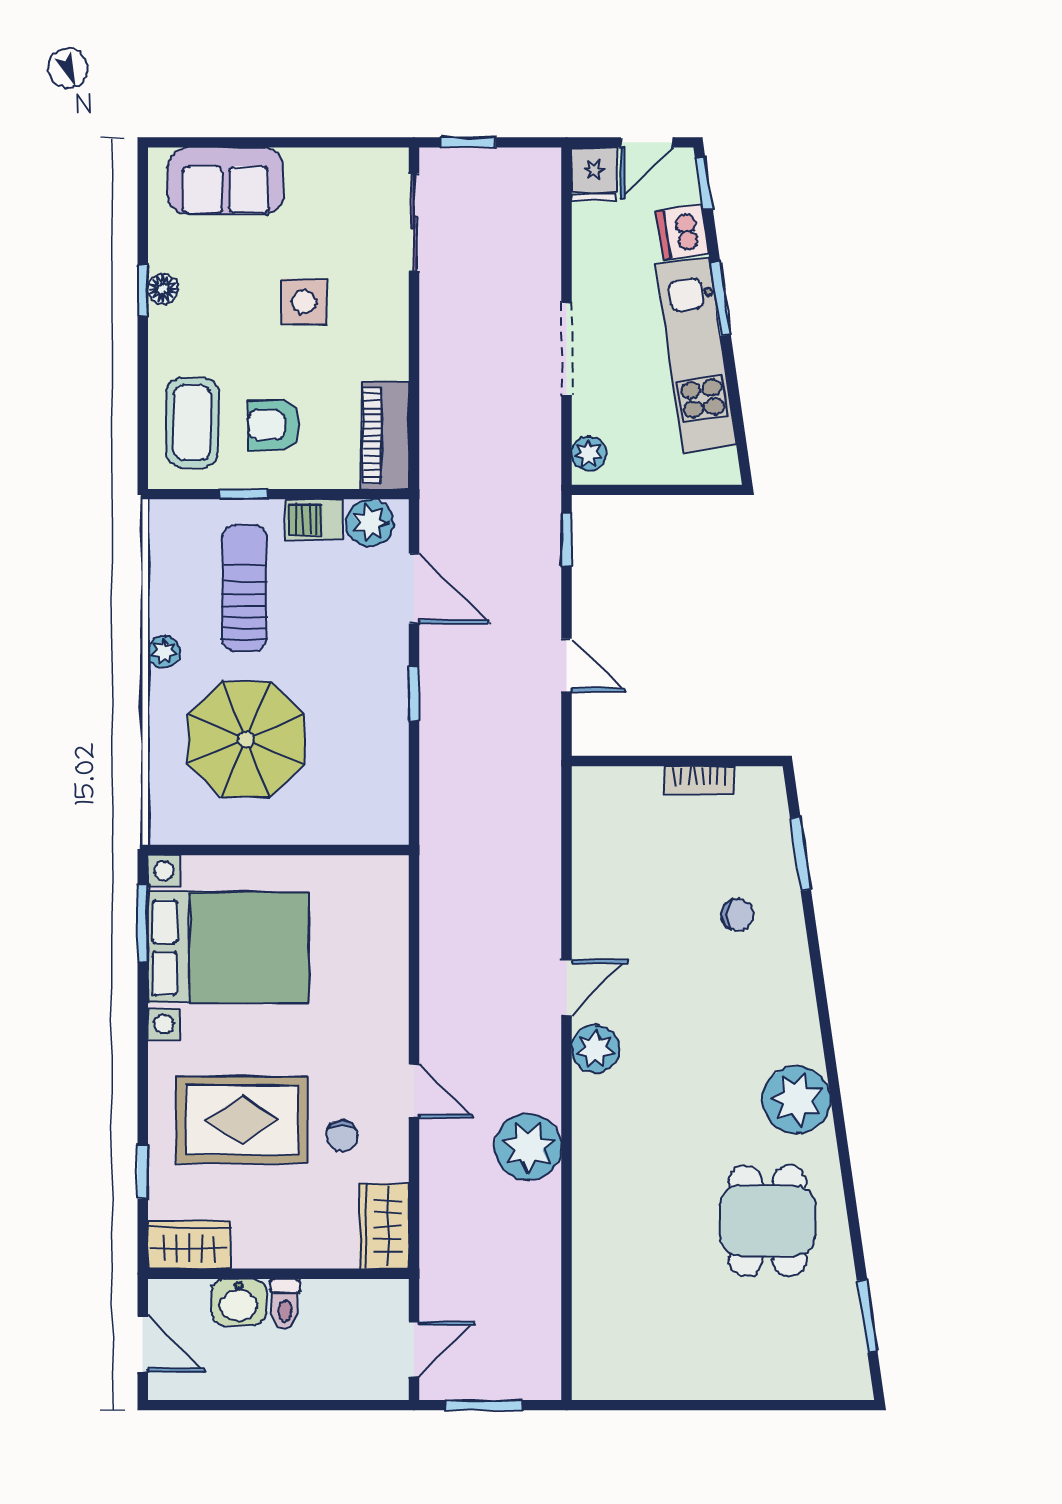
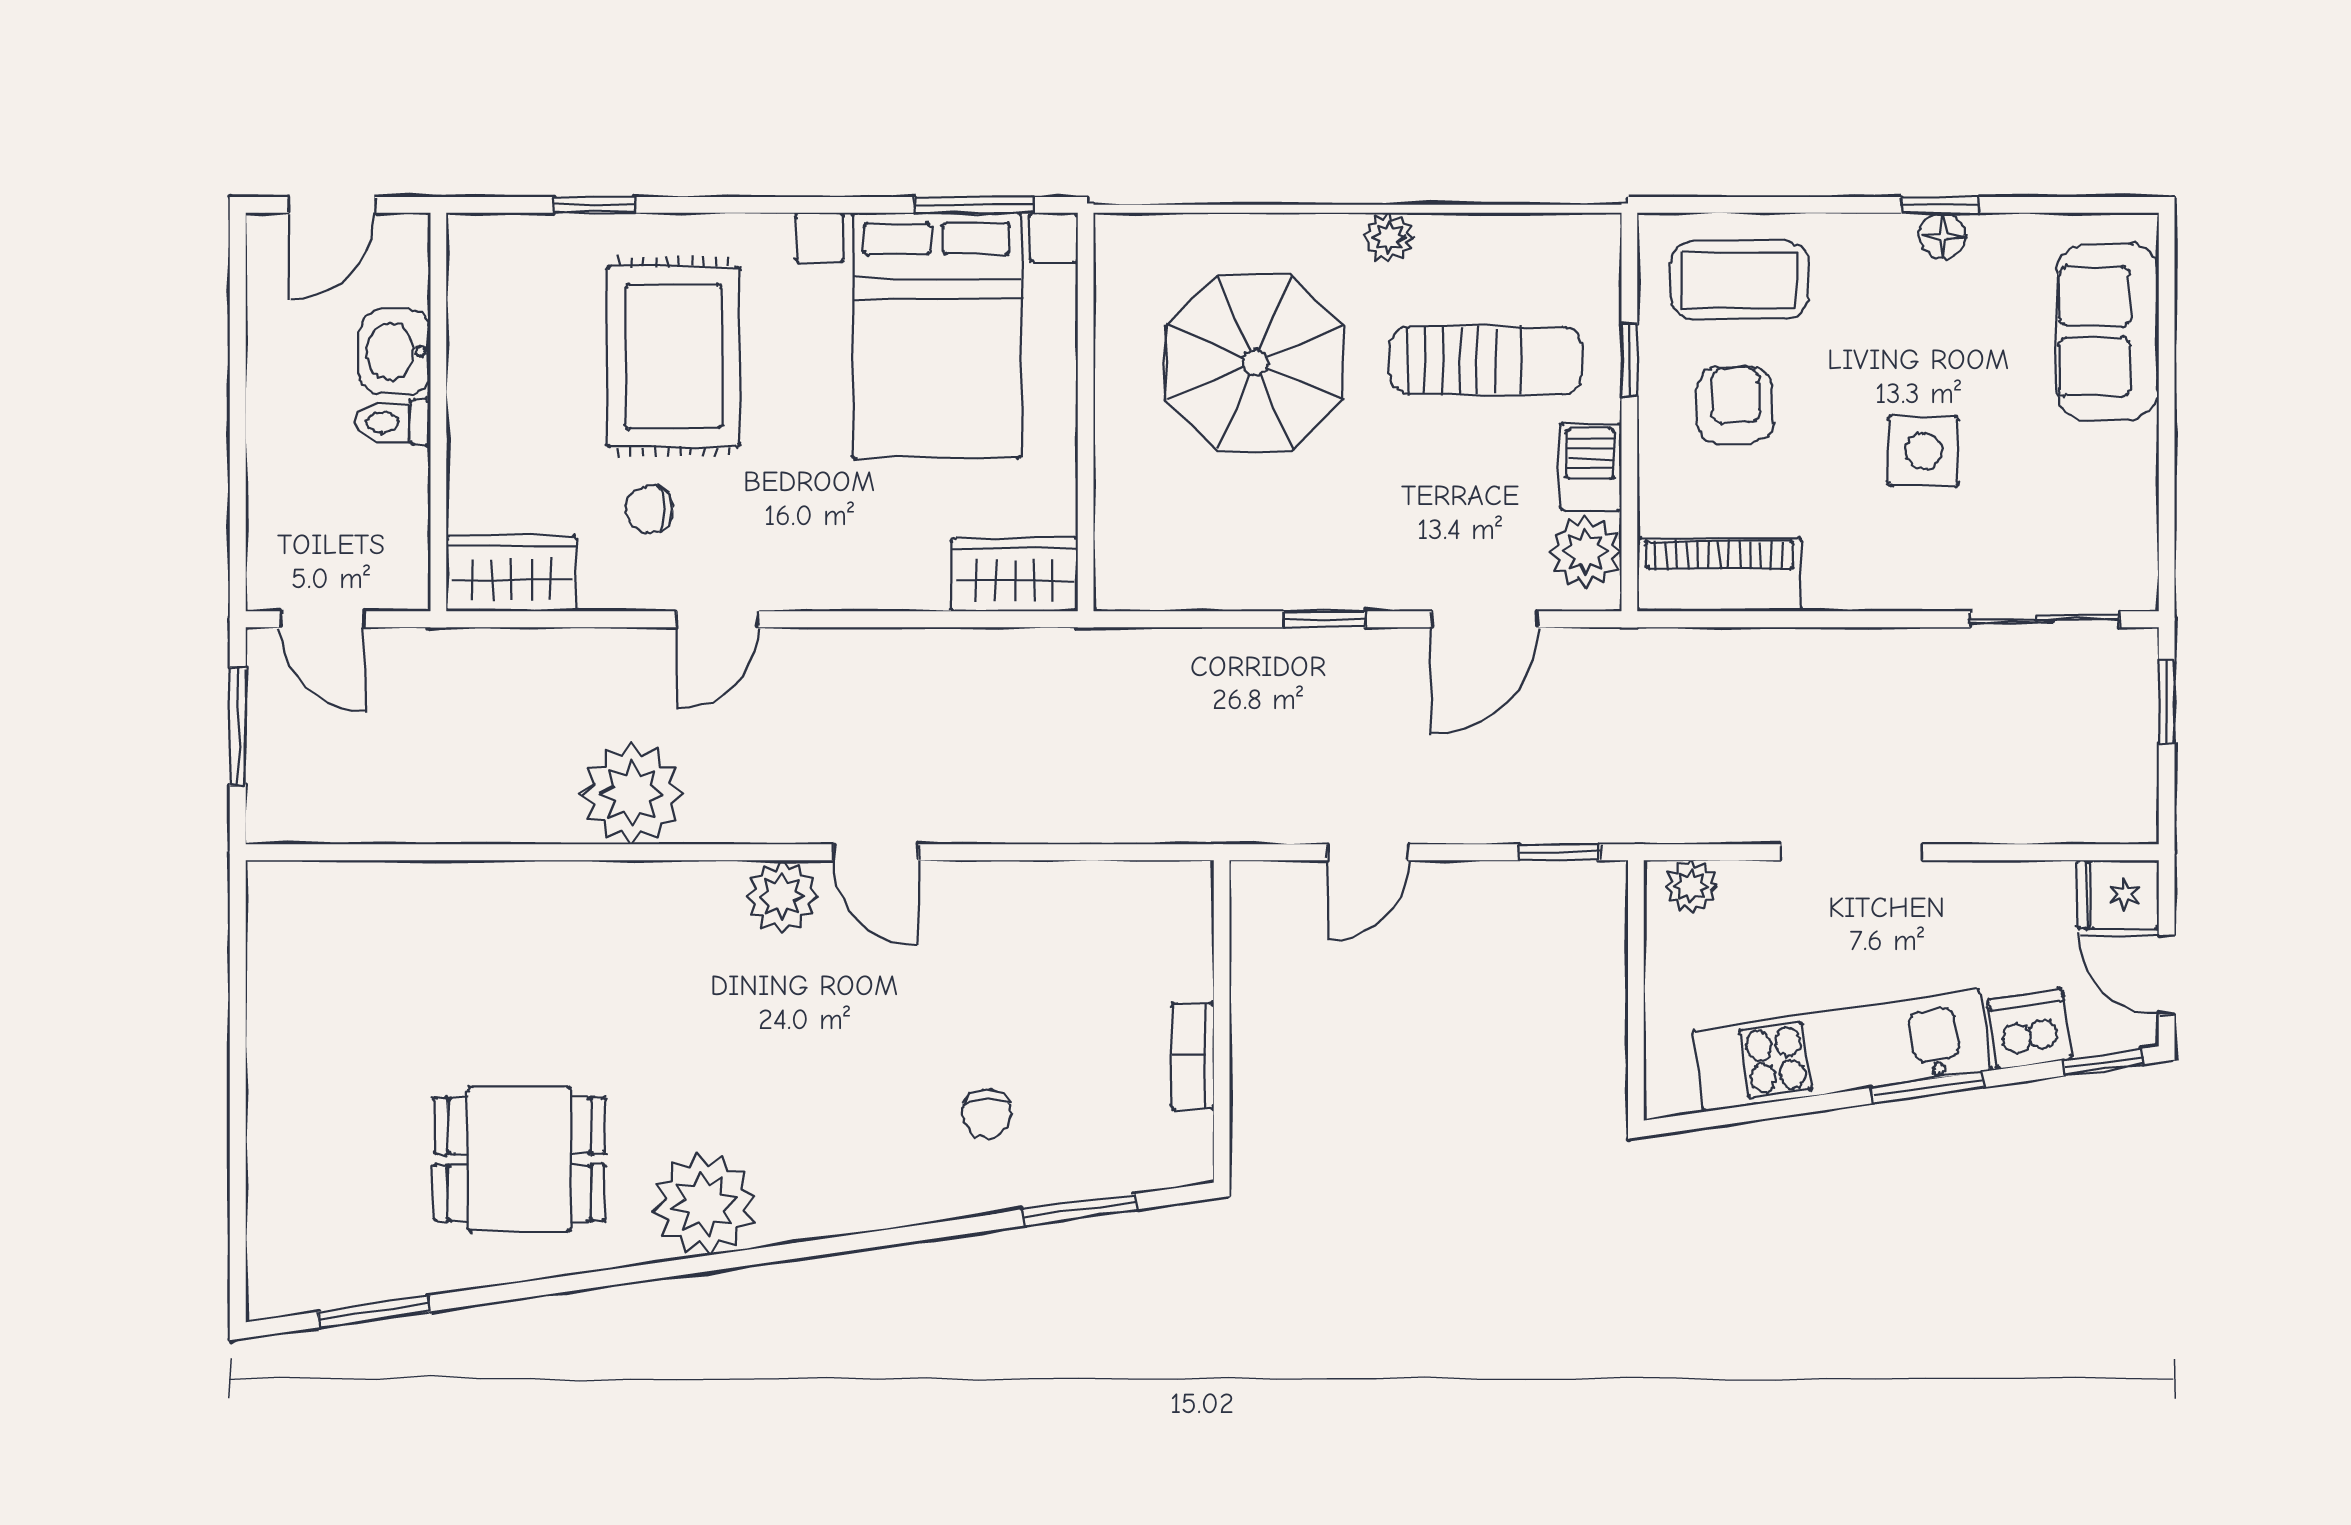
wardrobe: (189, 1245) -> (1015, 575), moved, turned -90

